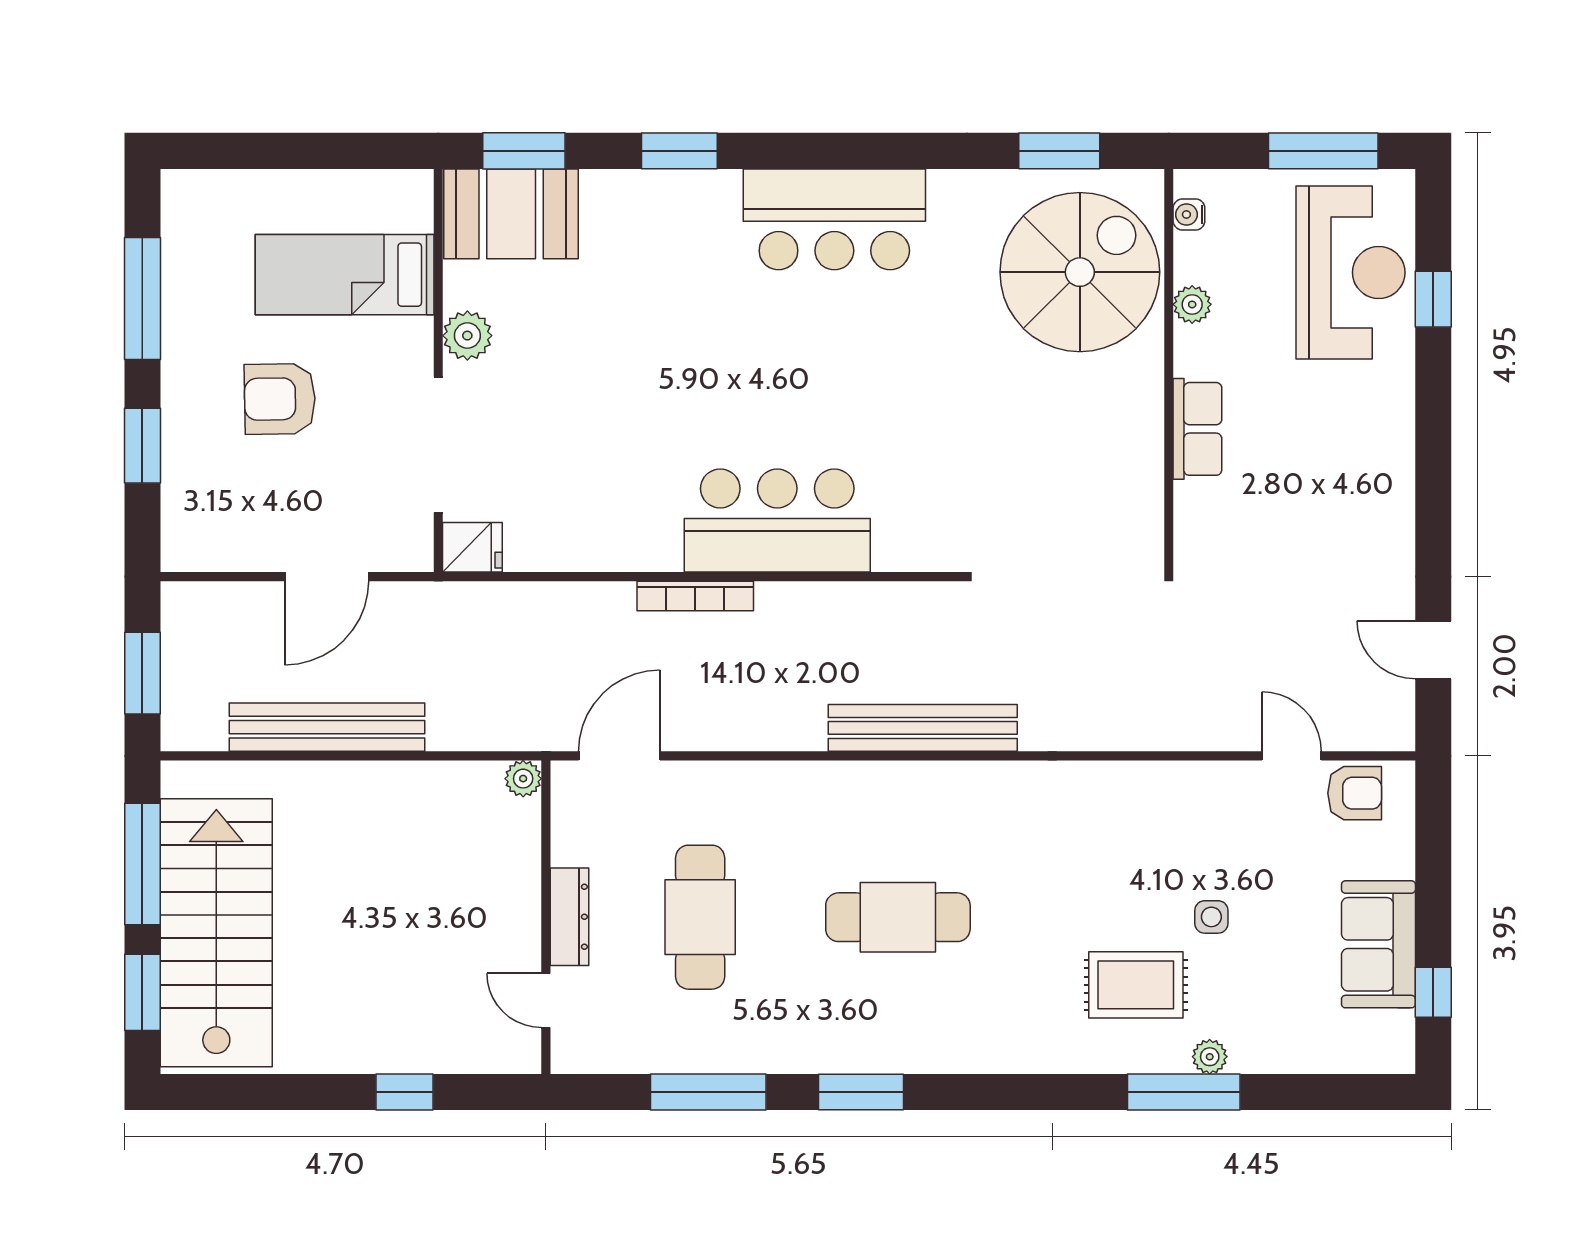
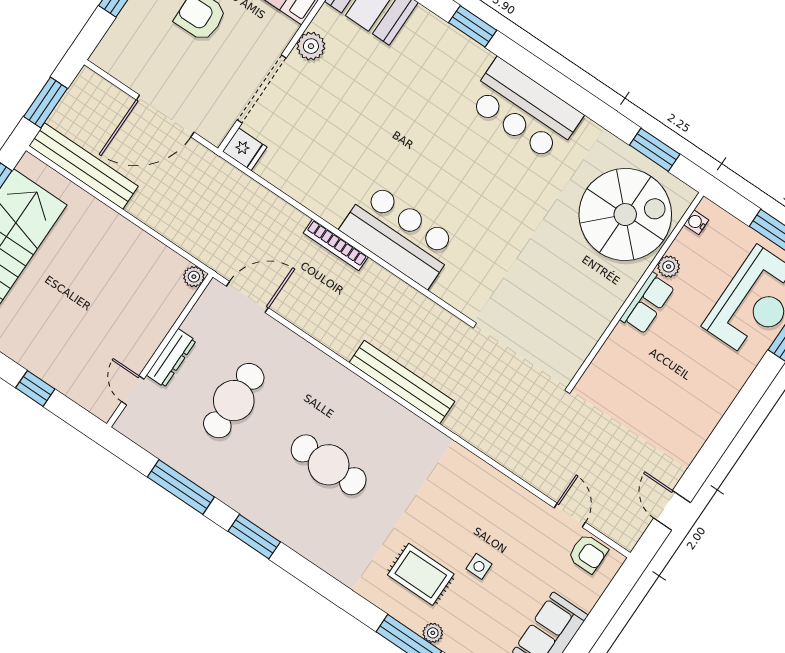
row of seats: (1197, 429) -> (647, 303), moved
door: (327, 577) -> (165, 116), width x1.36
bench: (327, 727) -> (84, 166), moved

